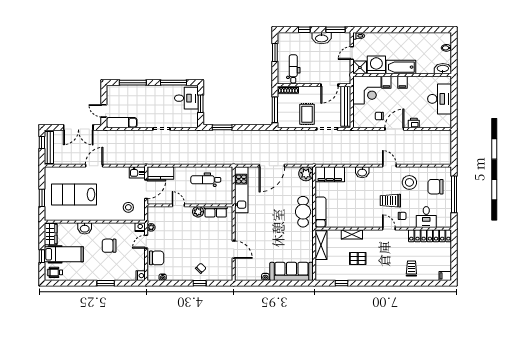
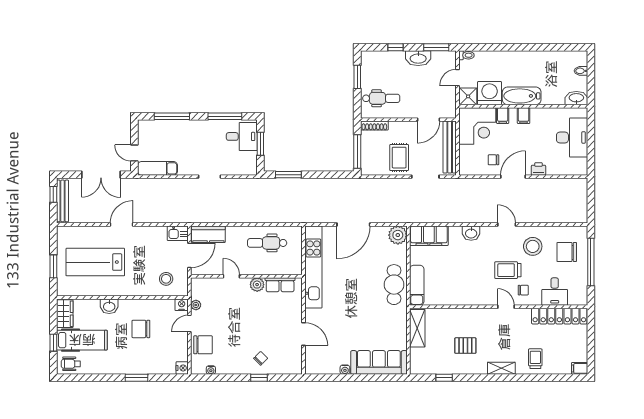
dental chair: (293, 69) -> (381, 98), turned 90
kitchen unit: (241, 190) -> (313, 267), width x1.36
shelving: (352, 234) -> (501, 368), moved

